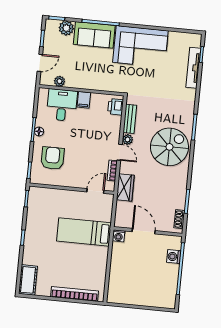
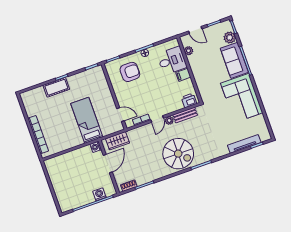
wardrobe: (125, 187) -> (118, 141), moved
cot: (28, 280) -> (56, 87), moved

